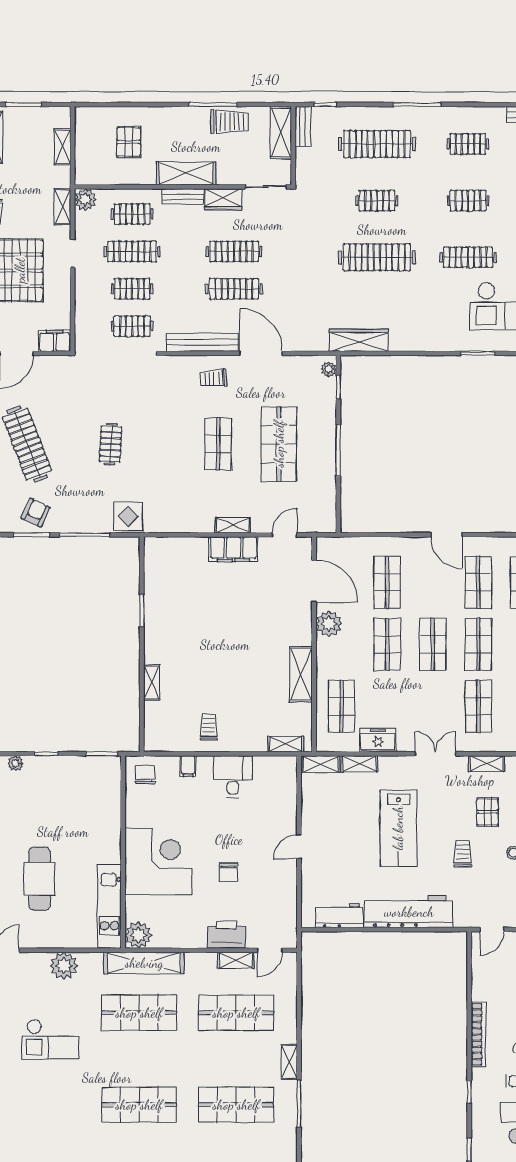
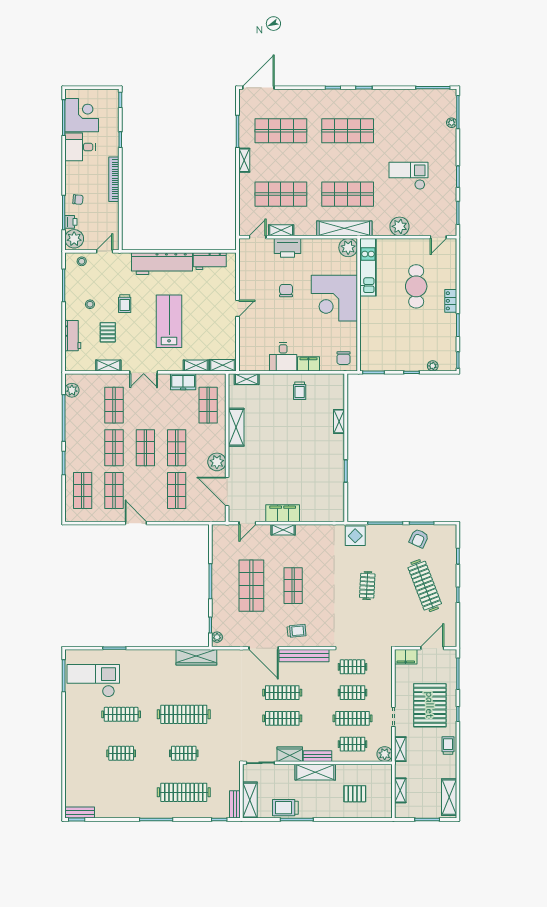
pallet: (129, 142) -> (355, 794), turned 90
clothes rail: (468, 144) -> (121, 792), removed
filing cabinet: (188, 766) -> (308, 364), width x2.00

